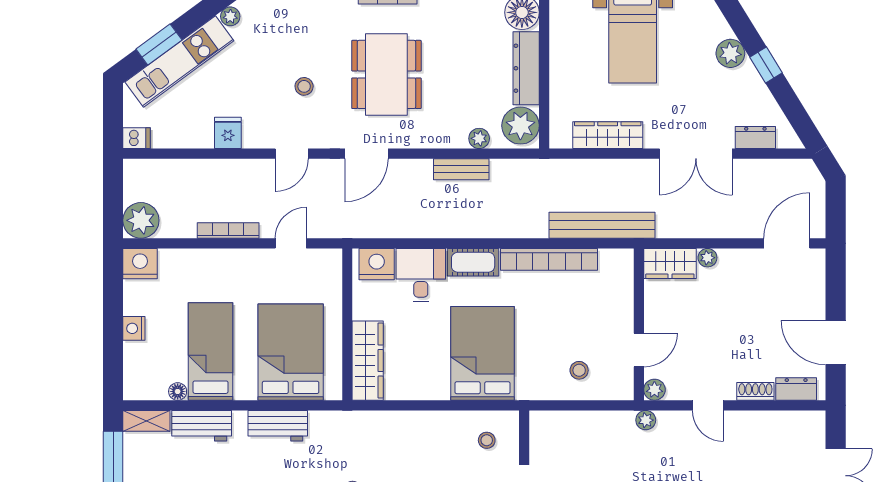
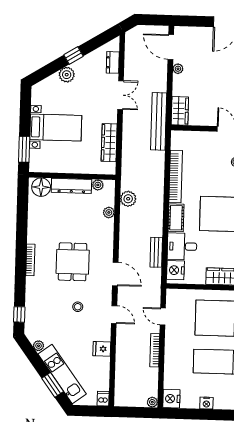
dining table: (386, 74) -> (73, 262), width x0.73
plant: (520, 126) -> (98, 185), width x0.53, depth x0.53
double door: (696, 154) -> (121, 95), width x0.73
bench: (461, 169) -> (156, 252), moved
plant: (505, 173) -> (128, 199), added
plant: (141, 220) -> (152, 402), width x0.53, depth x0.53
bench: (602, 225) -> (159, 121), moved
plant: (707, 258) -> (178, 69), moved

